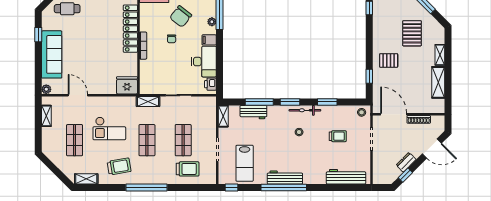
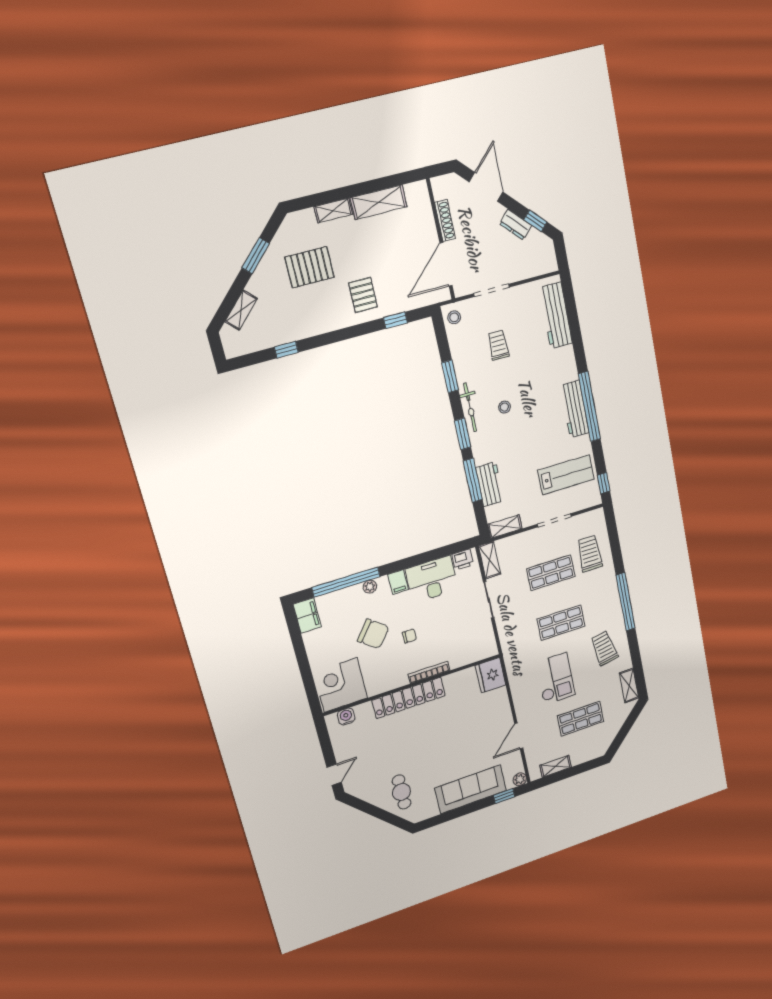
window: (38, 35) -> (504, 796), moved
shelving: (148, 101) -> (490, 560), moved

